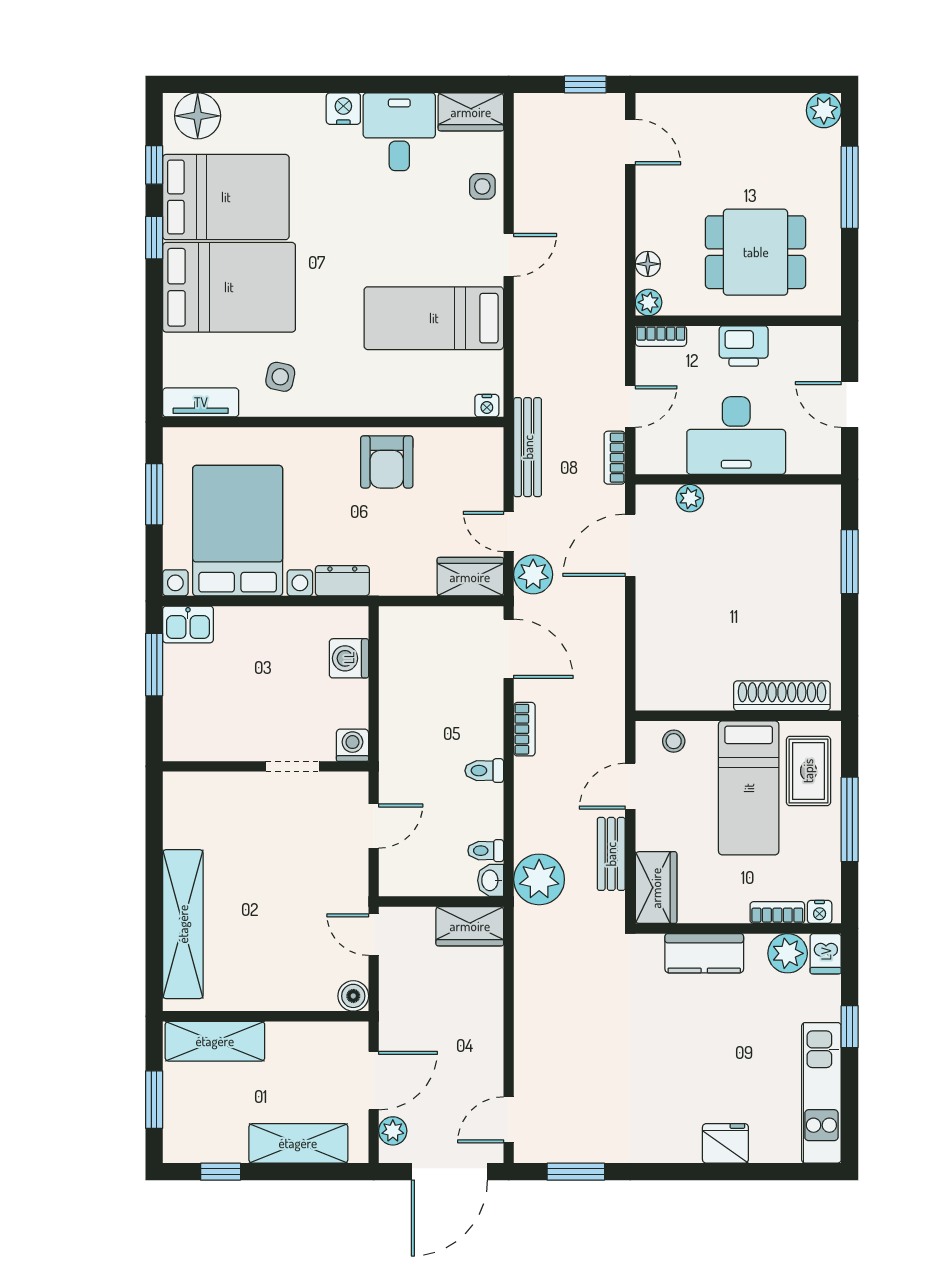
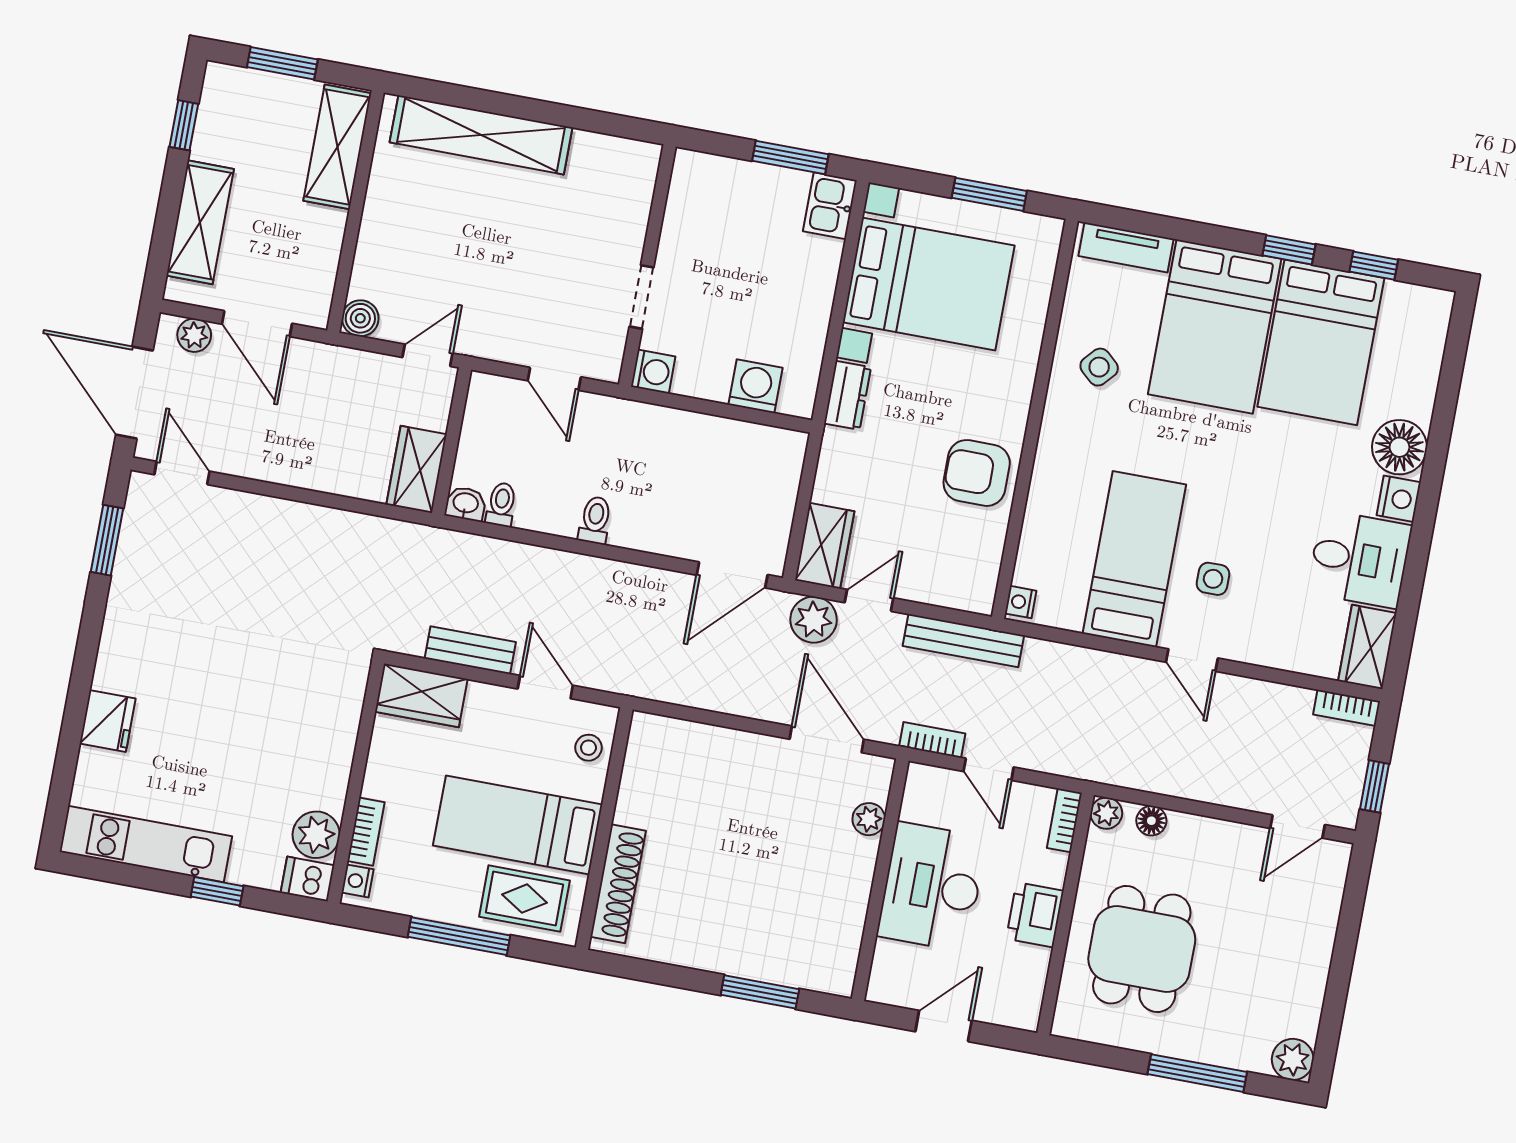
floor lamp: (198, 116) -> (1399, 447), moved
side table: (482, 186) -> (1213, 579), moved
side table: (280, 377) -> (1099, 367), turned 30
tv unit: (201, 402) -> (1126, 247), moved, turned 90
bookcase: (524, 729) -> (1347, 708), moved
plant: (539, 879) -> (456, 561), removed
kitchen counter: (704, 953) -> (334, 737), removed

